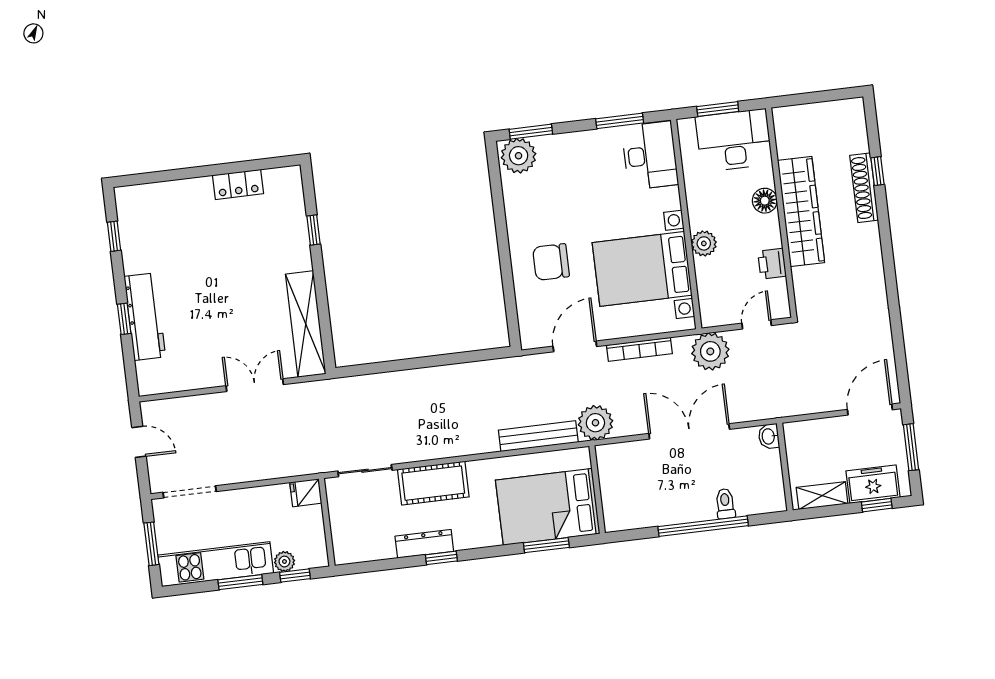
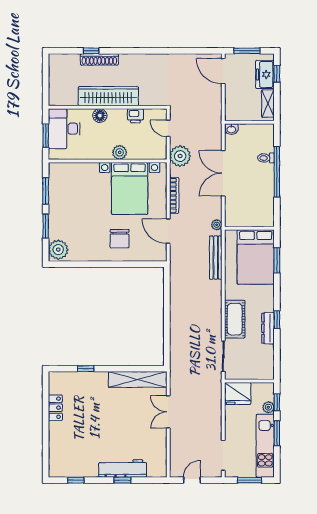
window: (531, 132) -> (46, 226), moved
desk: (650, 155) -> (67, 176), removed
plant: (595, 423) -> (217, 225), width x0.53, depth x0.53
fridge: (306, 493) -> (238, 394), width x1.88, depth x1.34

